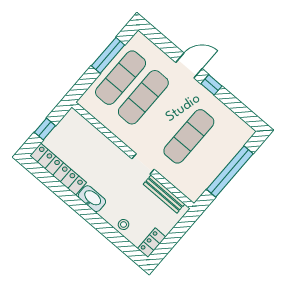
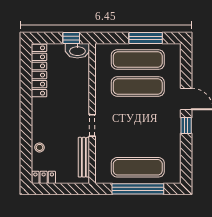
window: (45, 129) -> (71, 38), moved
exercise mat: (189, 136) -> (138, 167), moved
washbasin: (92, 199) -> (77, 51), moved, turned 90

